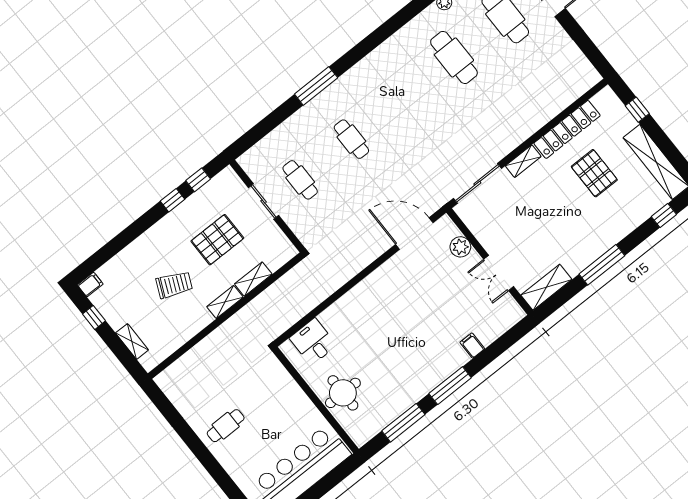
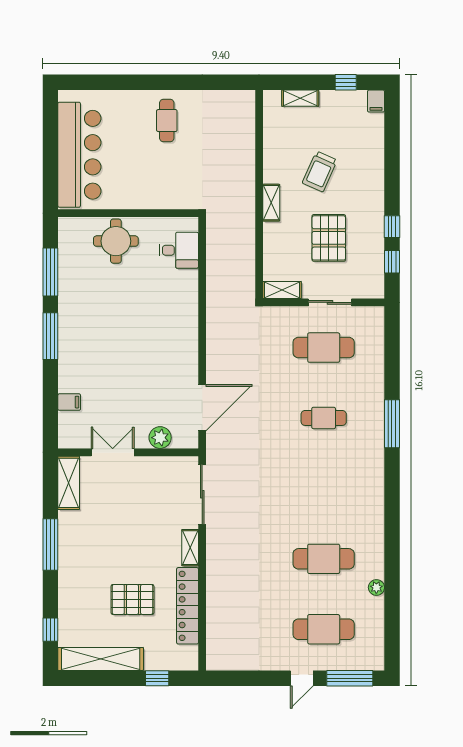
cafe table: (300, 180) -> (324, 348), width x1.37, depth x1.35
shelving: (253, 279) -> (282, 290), moved, turned 90
filing cabinet: (472, 346) -> (69, 402), moved

